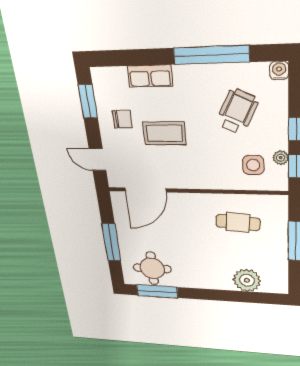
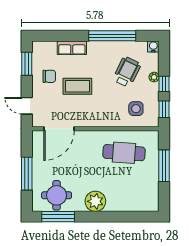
plant: (281, 158) -> (154, 77), moved
cafe table: (238, 223) -> (124, 153), width x1.37, depth x1.35
plant: (247, 280) -> (95, 201), moved

